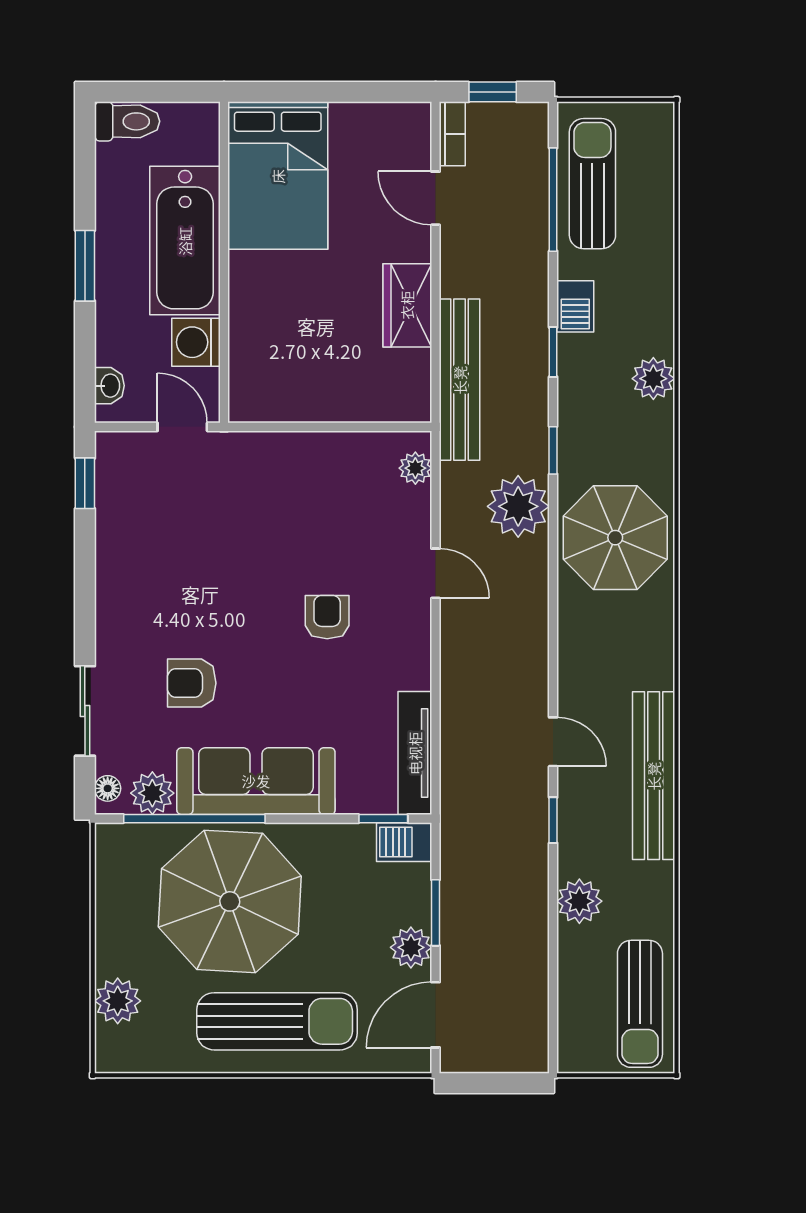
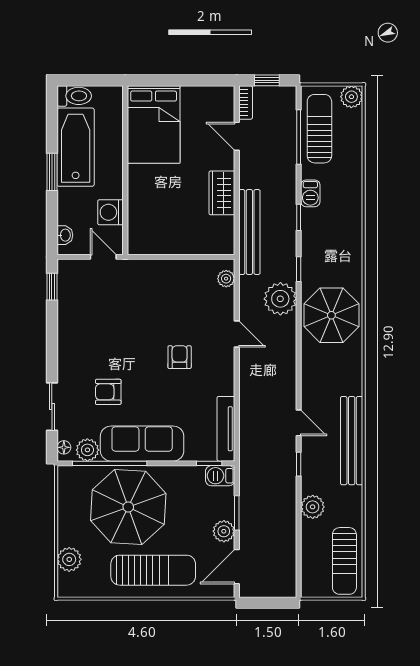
bathtub: (185, 241) -> (76, 147), moved, turned 180
plant: (653, 379) -> (351, 97), moved

